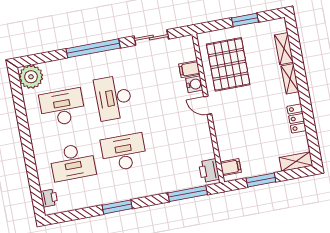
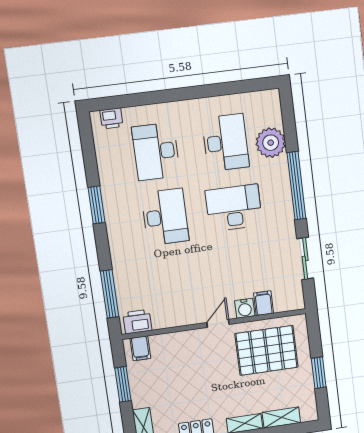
plant: (31, 77) -> (271, 143), moved

